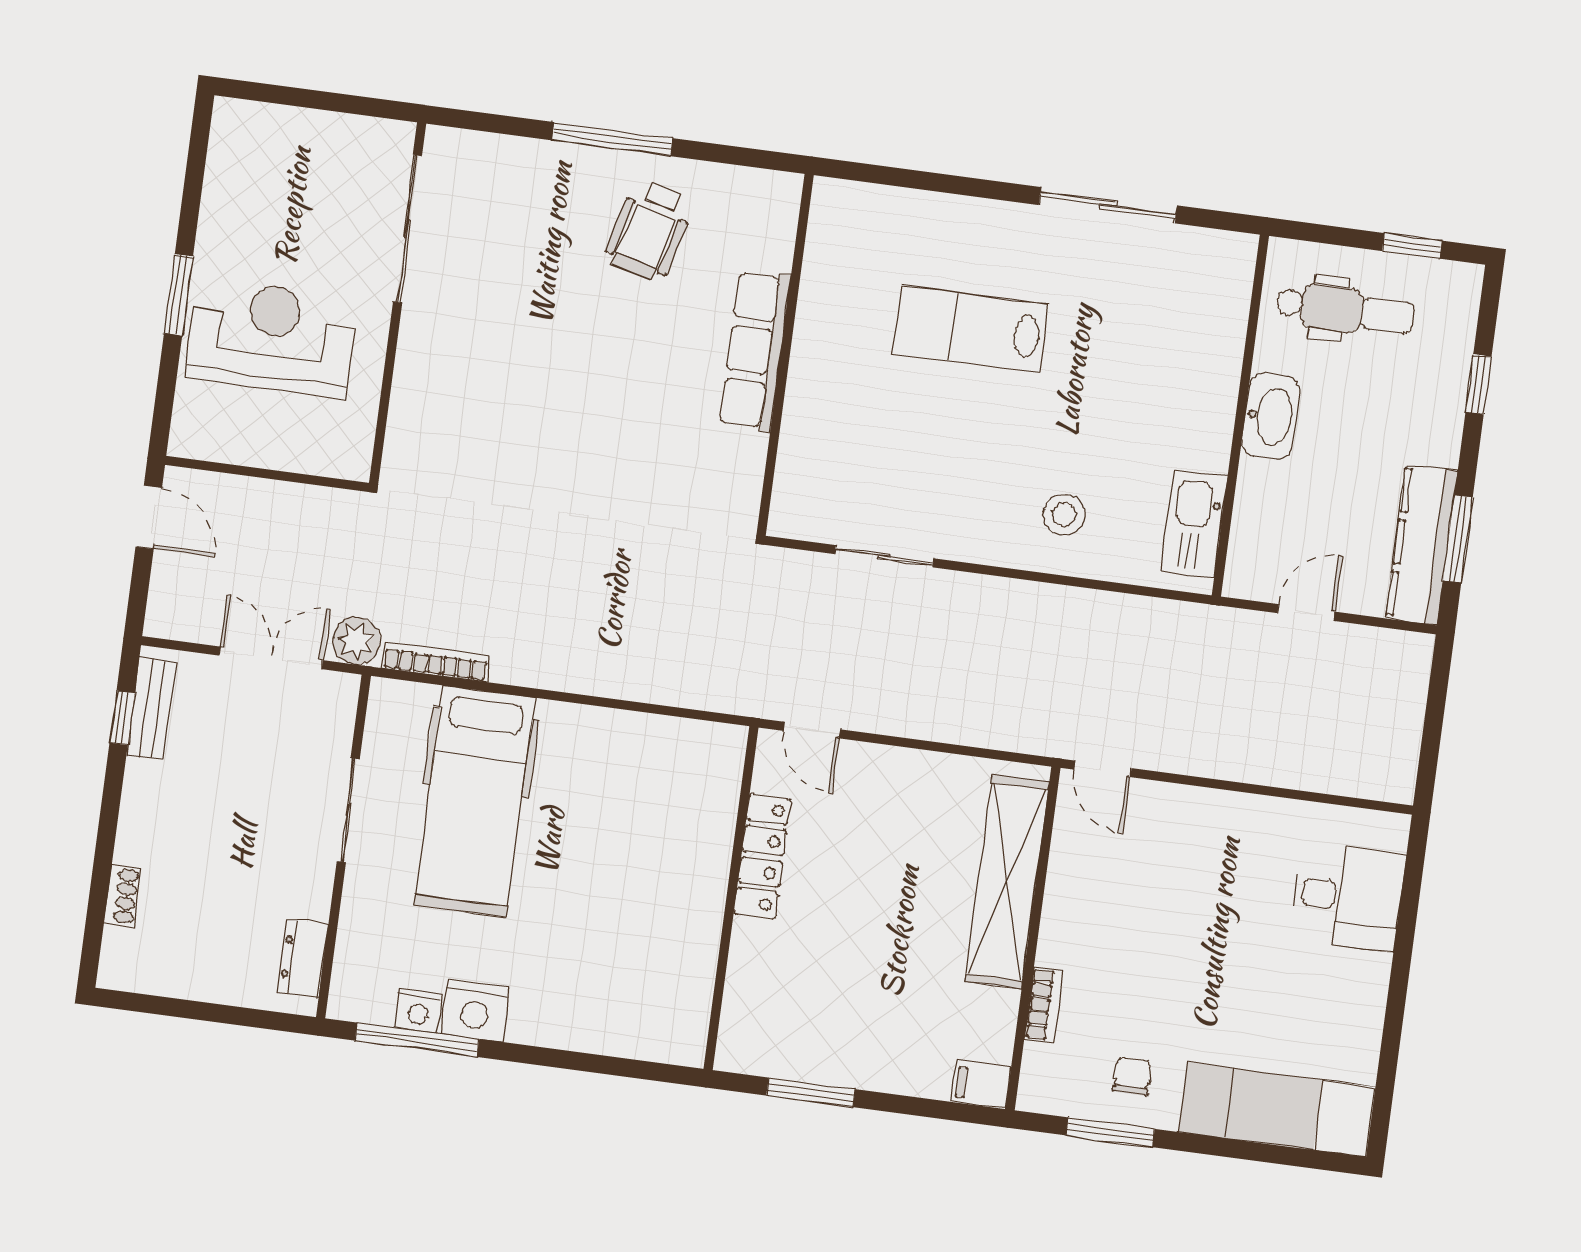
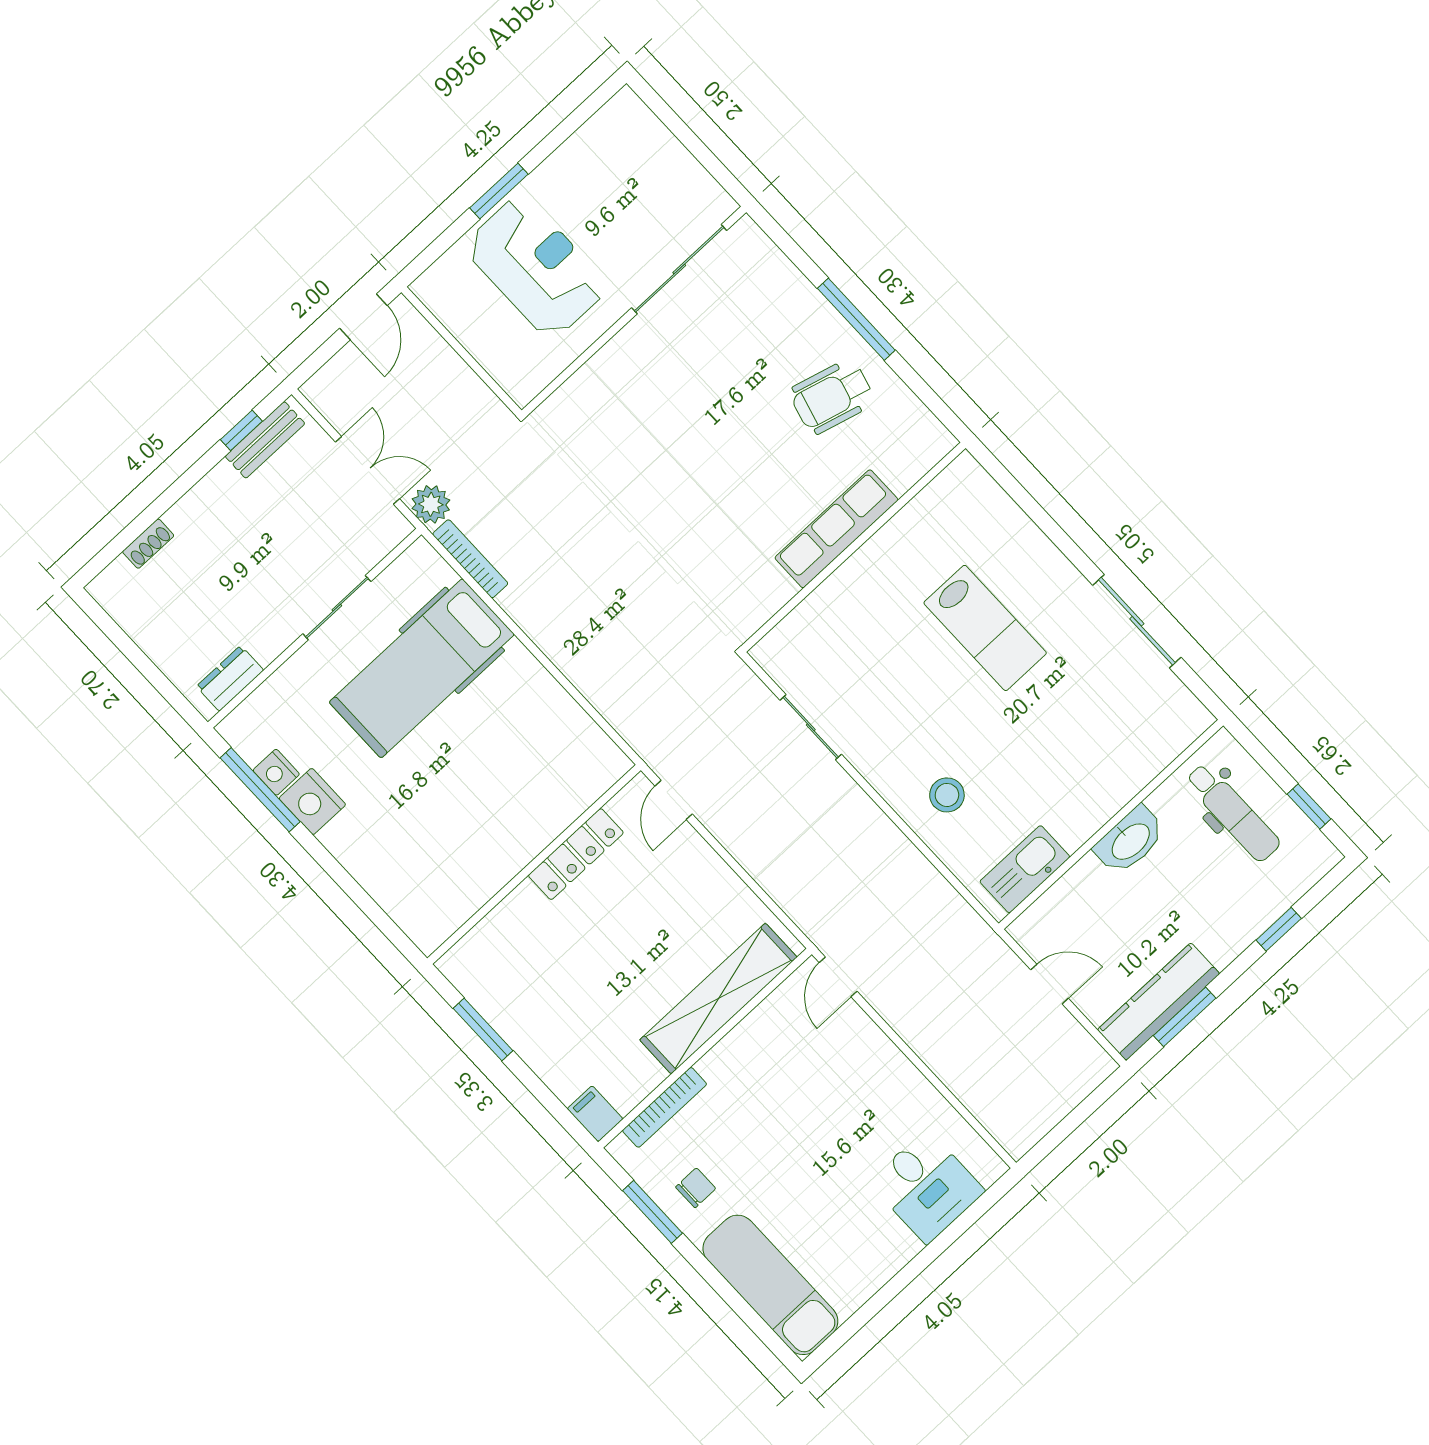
lab bench: (971, 329) -> (985, 628), turned 180
bookcase: (1044, 1005) -> (665, 1107), width x1.56

